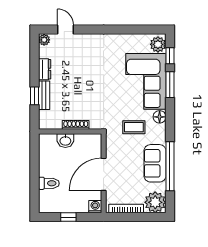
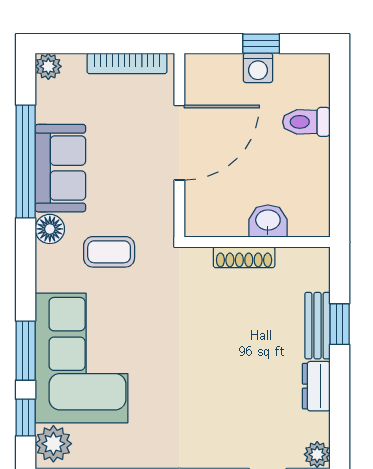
floor lamp: (160, 117) -> (50, 229), moved
plant: (155, 202) -> (48, 66), width x0.53, depth x0.53
washing machine: (95, 207) -> (258, 68), moved

